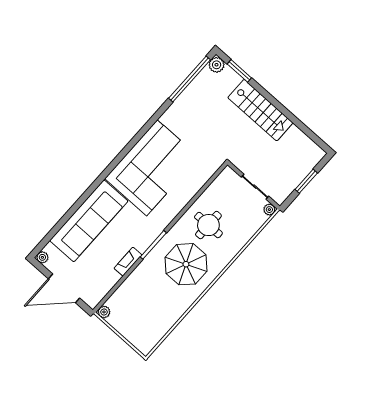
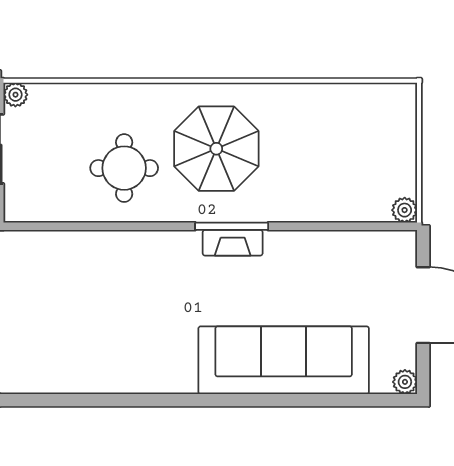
corner sofa: (152, 168) -> (113, 335), removed
fireplace: (128, 262) -> (233, 243), moved

